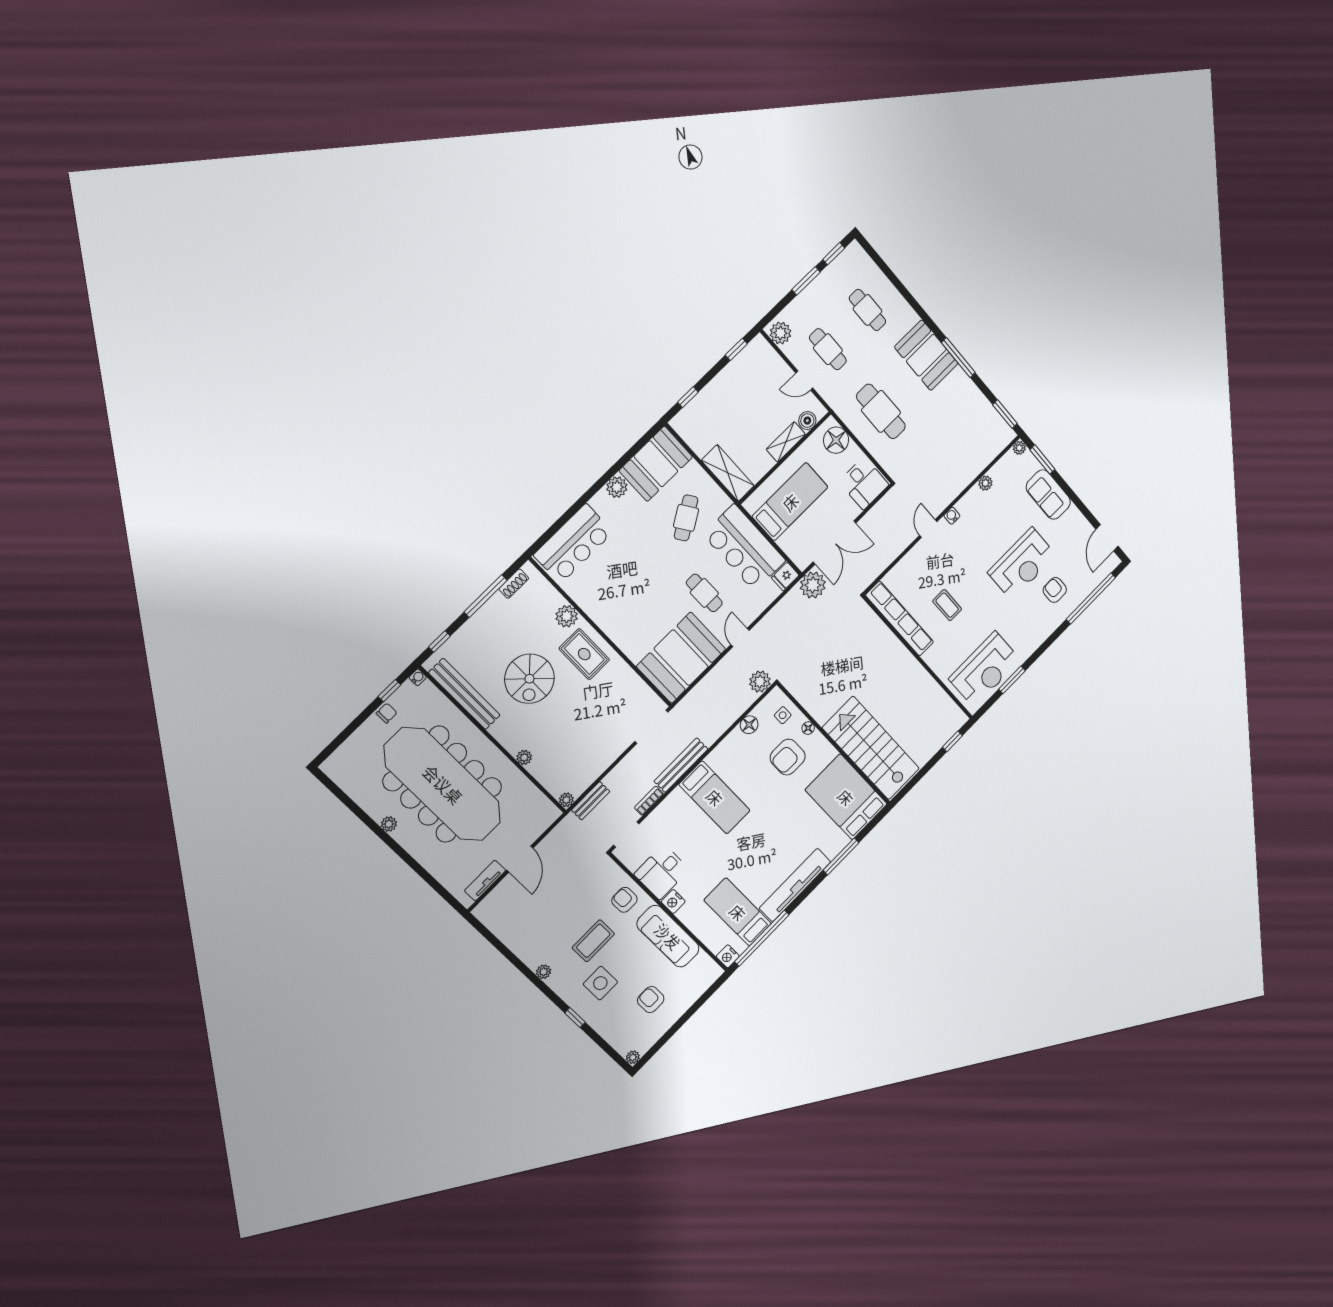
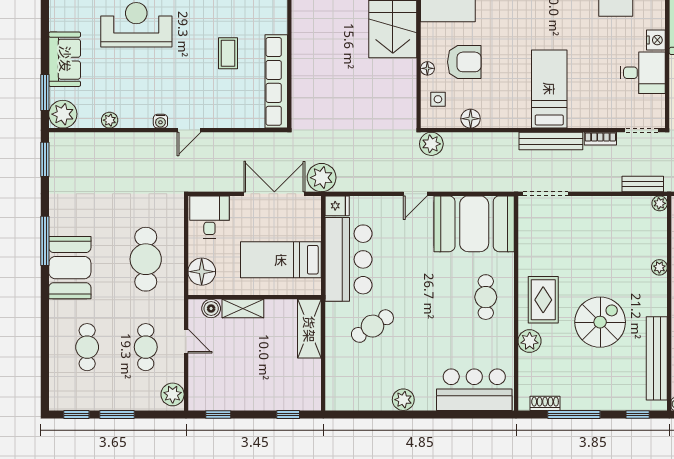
plant: (1019, 448) -> (63, 114), width x1.88, depth x1.88
booth: (656, 464) -> (358, 389), removed
cafe table: (704, 593) -> (486, 297), moved

